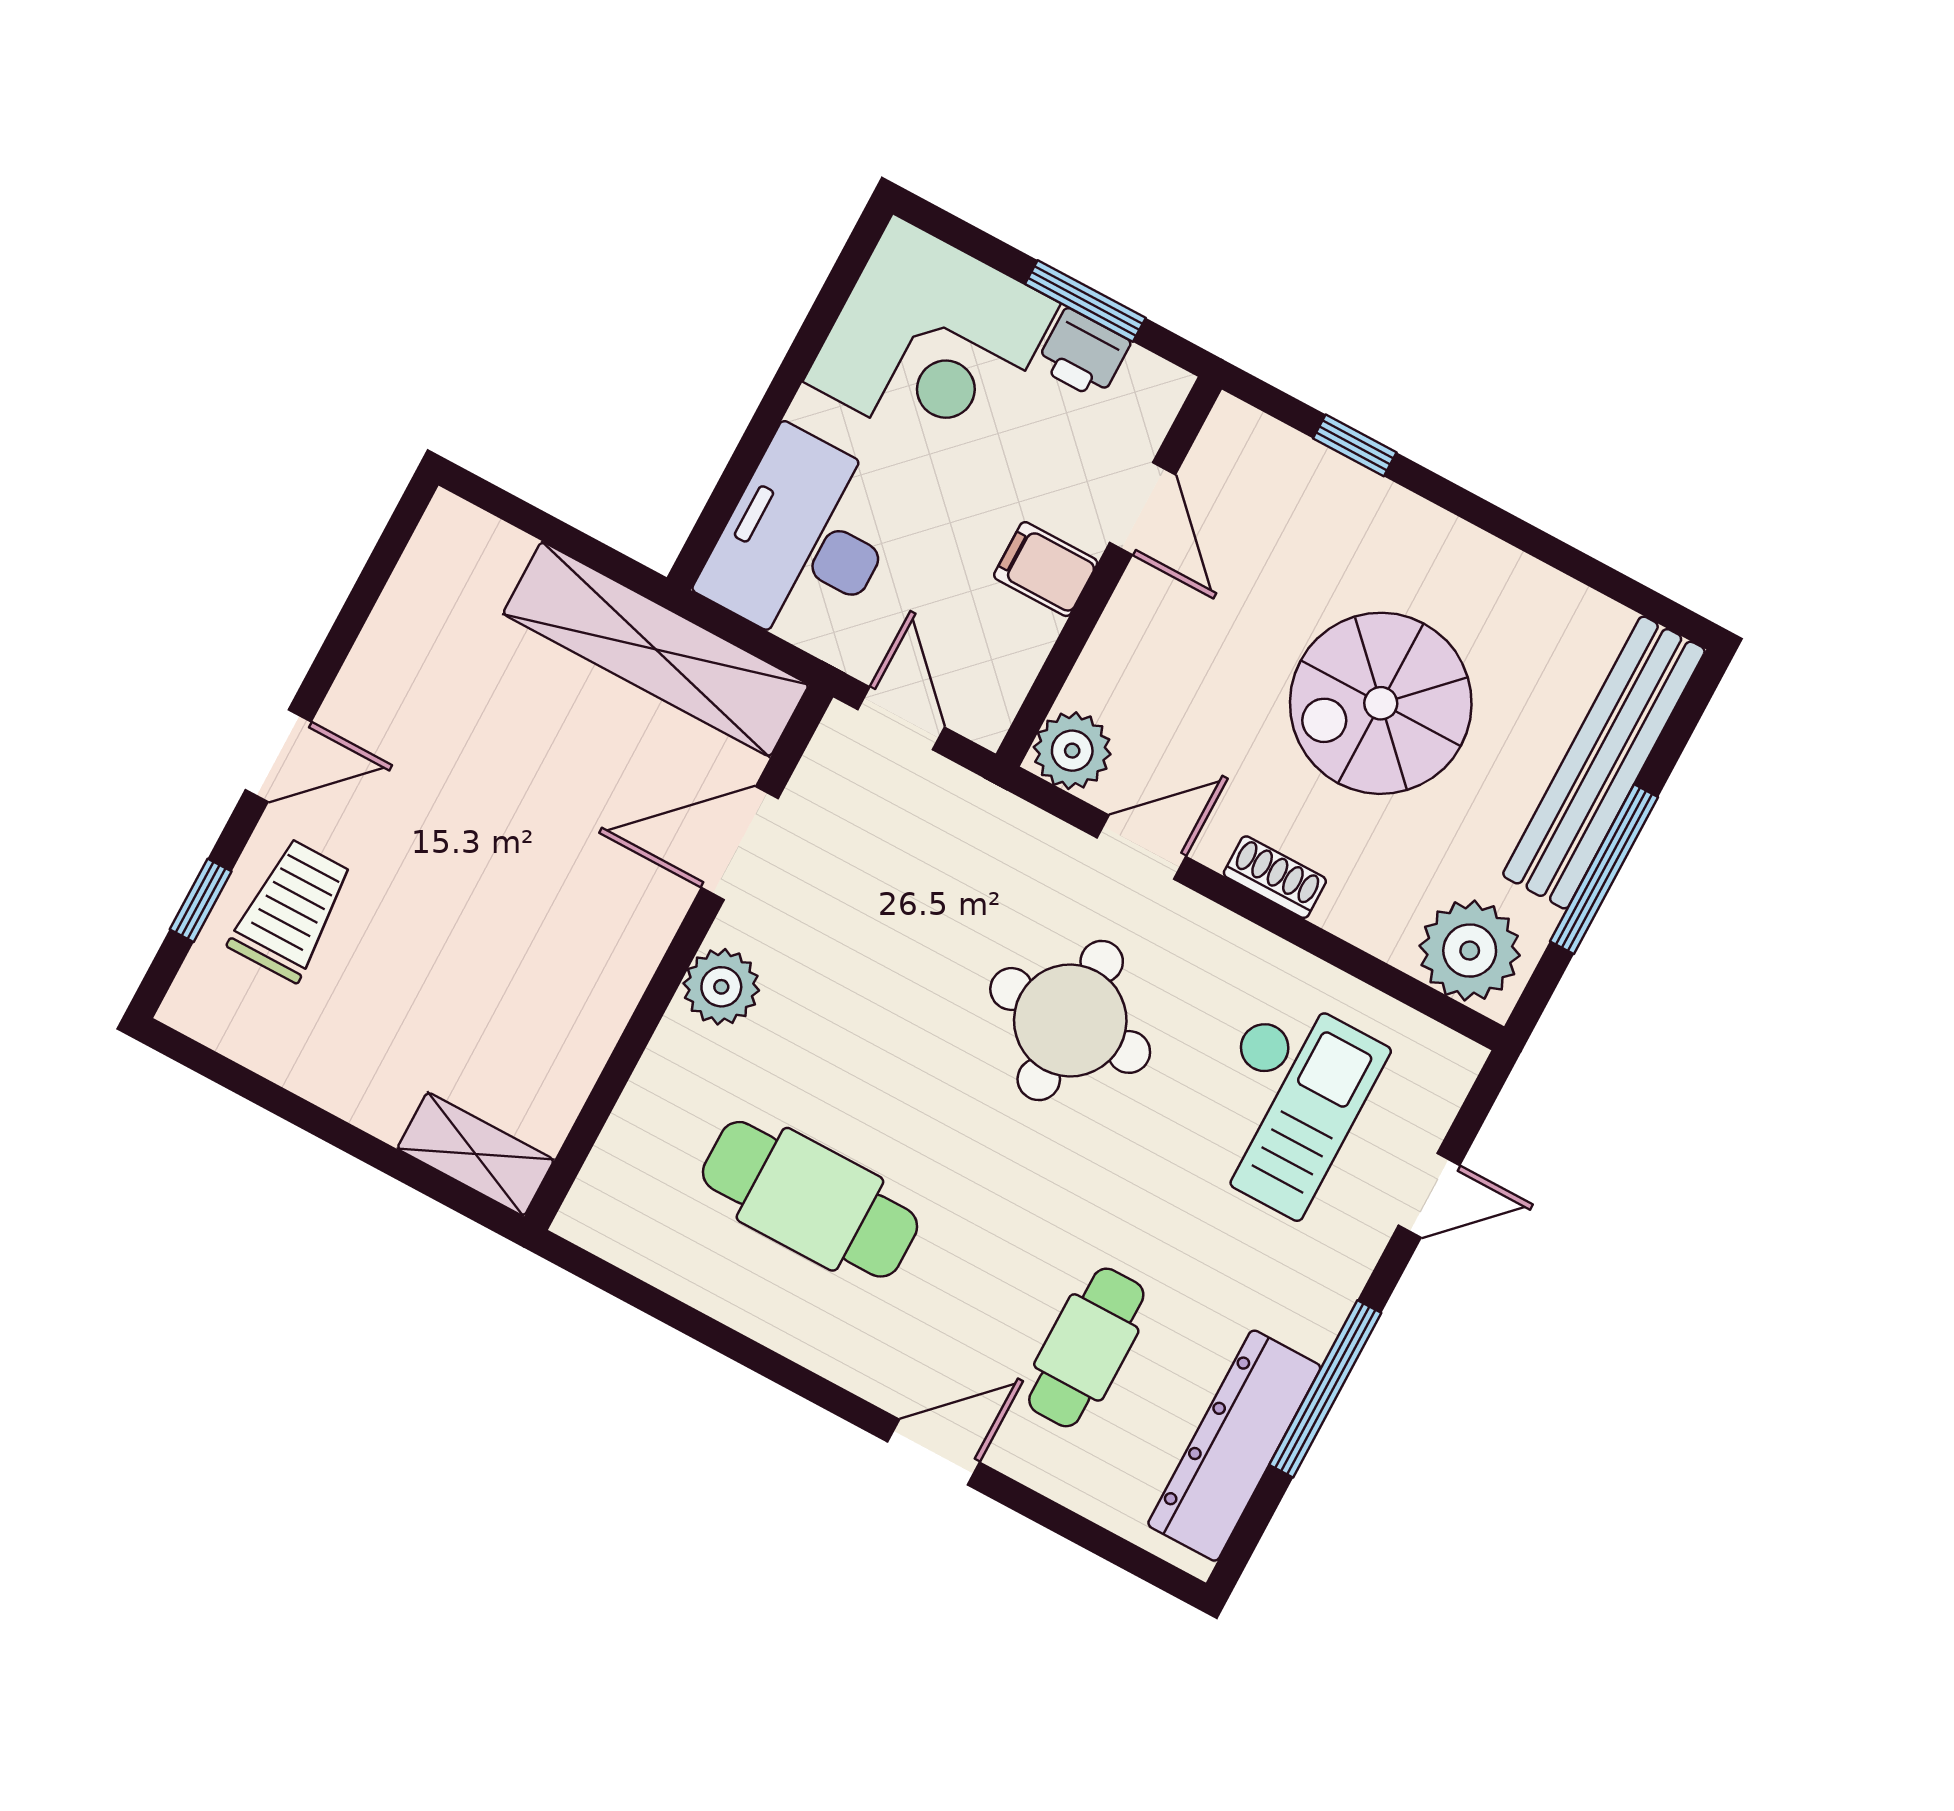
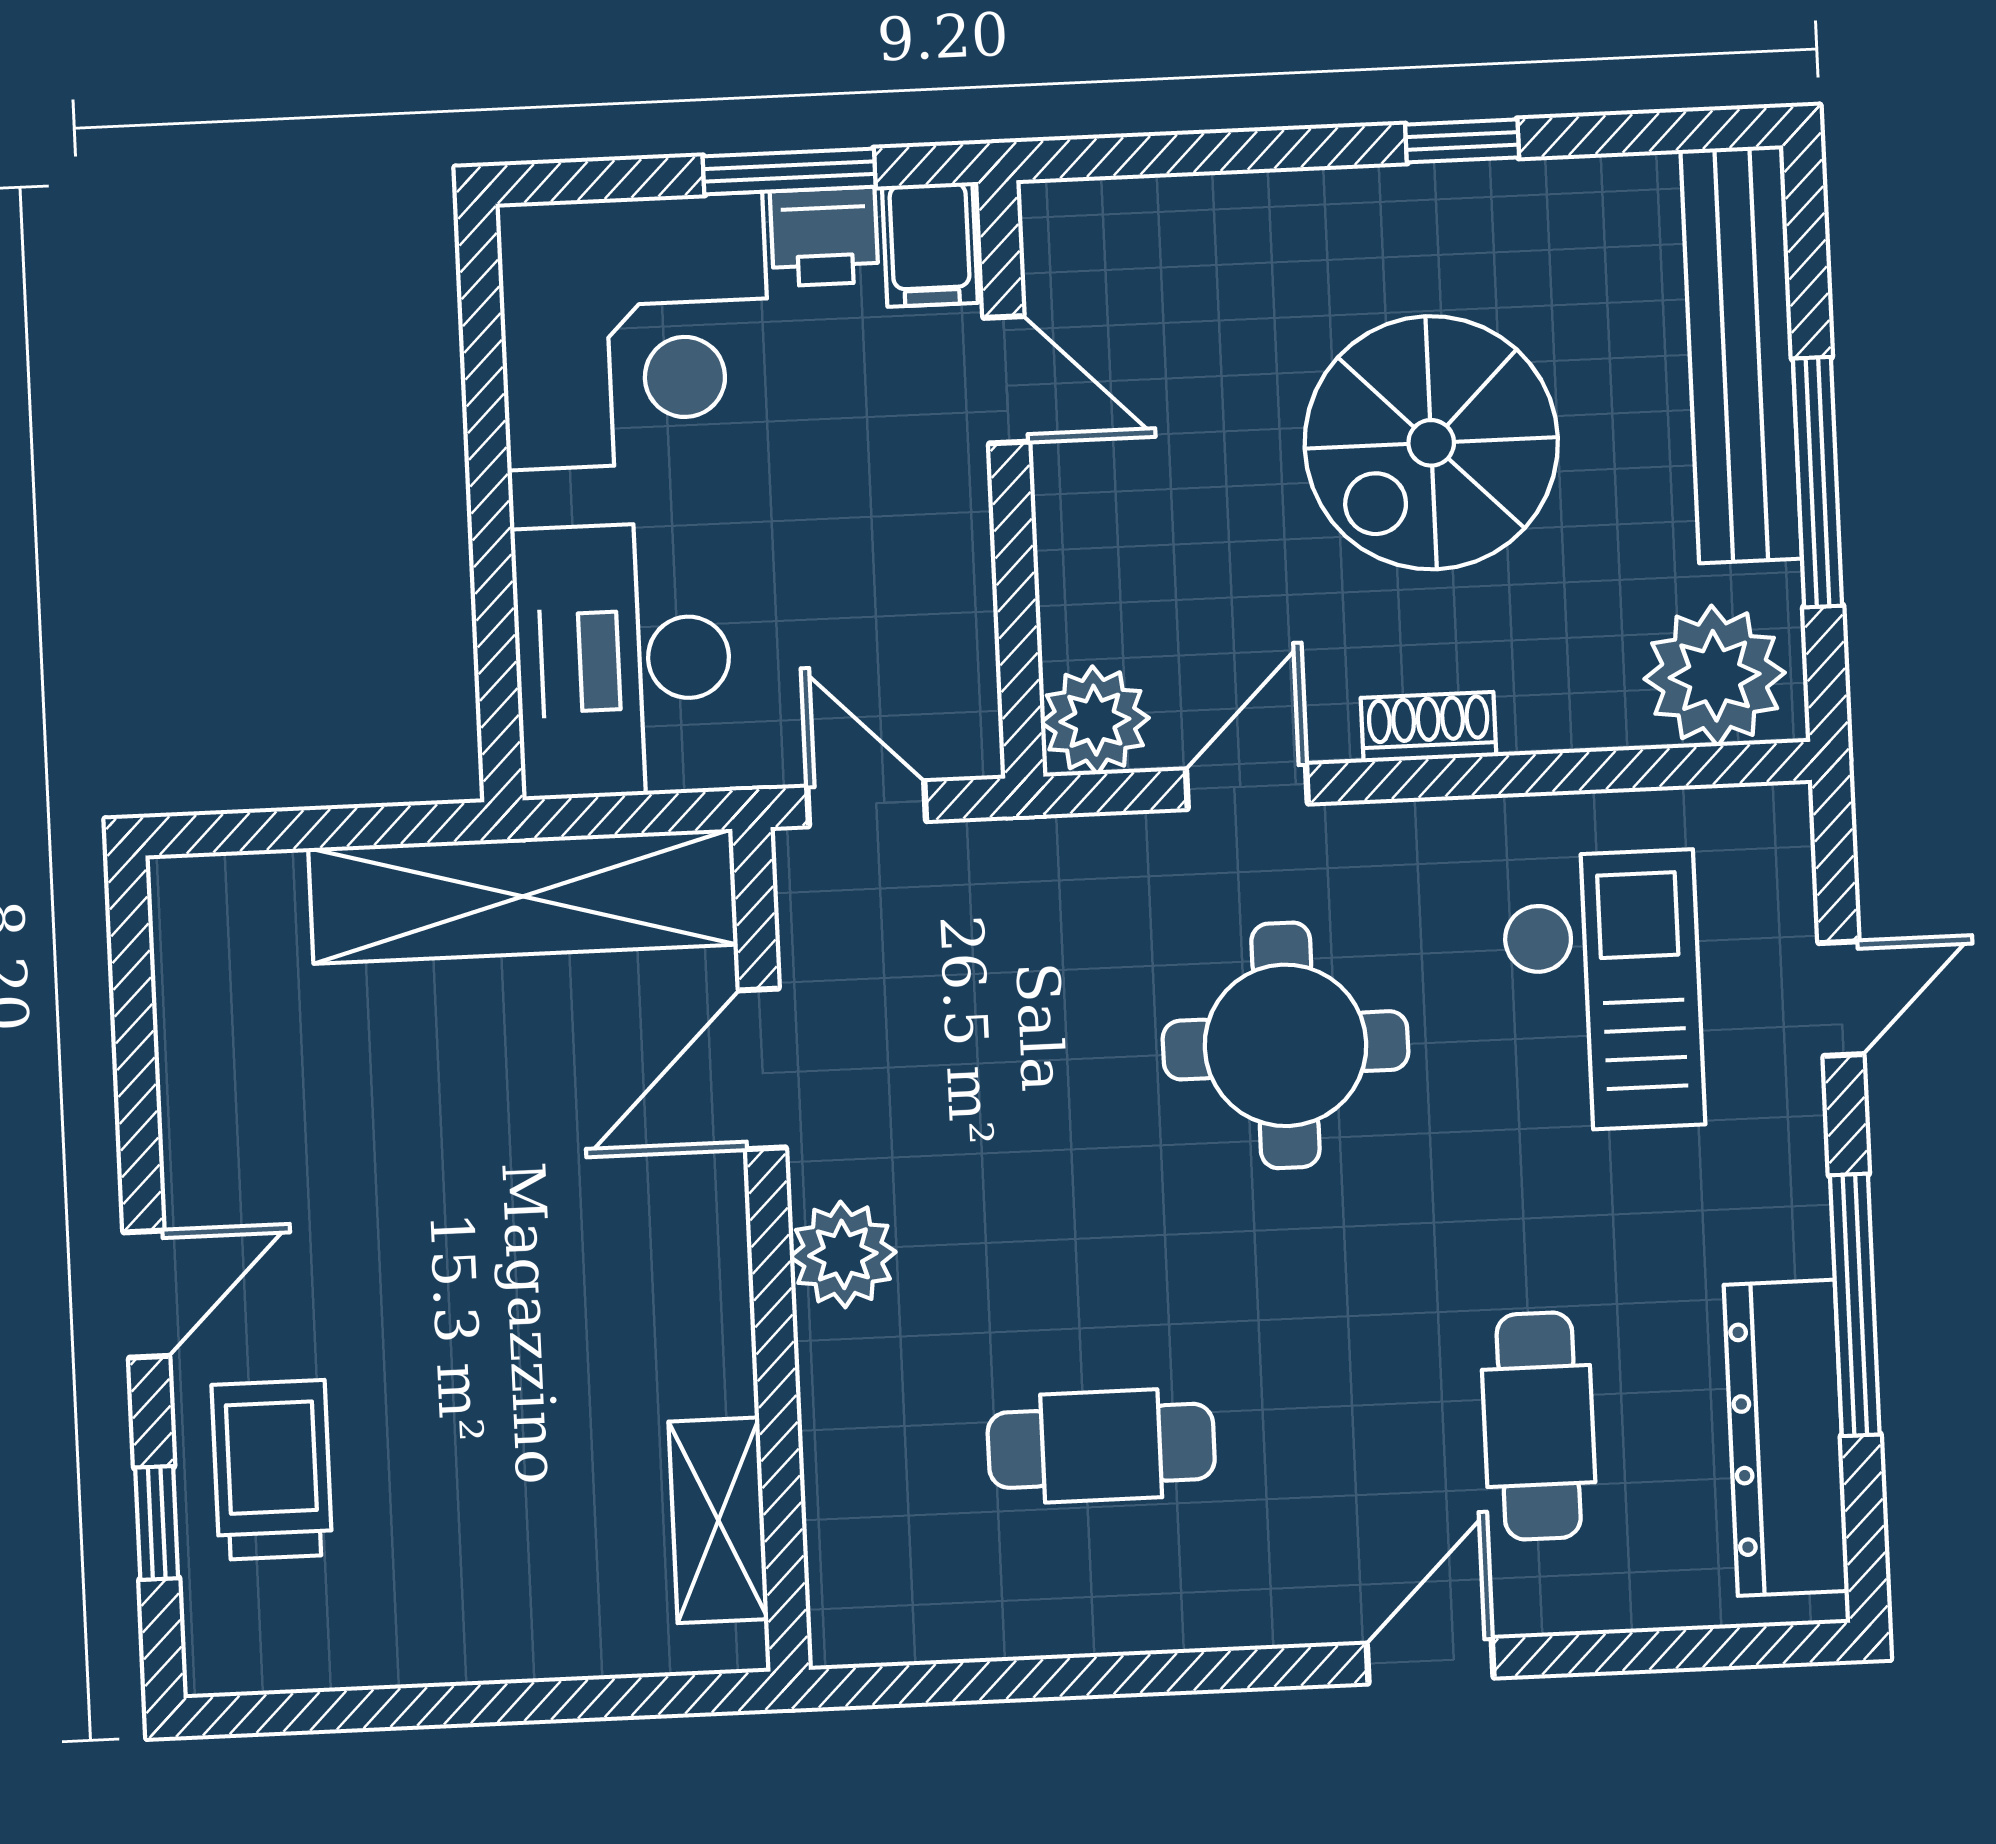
window: (1355, 445) -> (1462, 141), moved
filing cabinet: (1046, 569) -> (930, 245), moved, turned -90
shelving: (476, 1154) -> (718, 1520), moved, turned 90
cafe table: (810, 1199) -> (1101, 1446), width x0.73, depth x0.74

